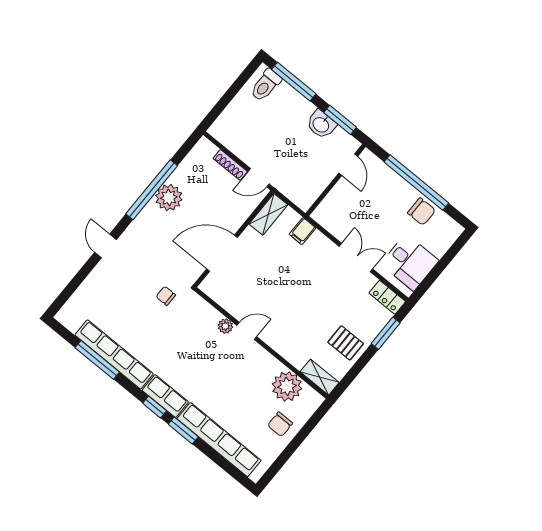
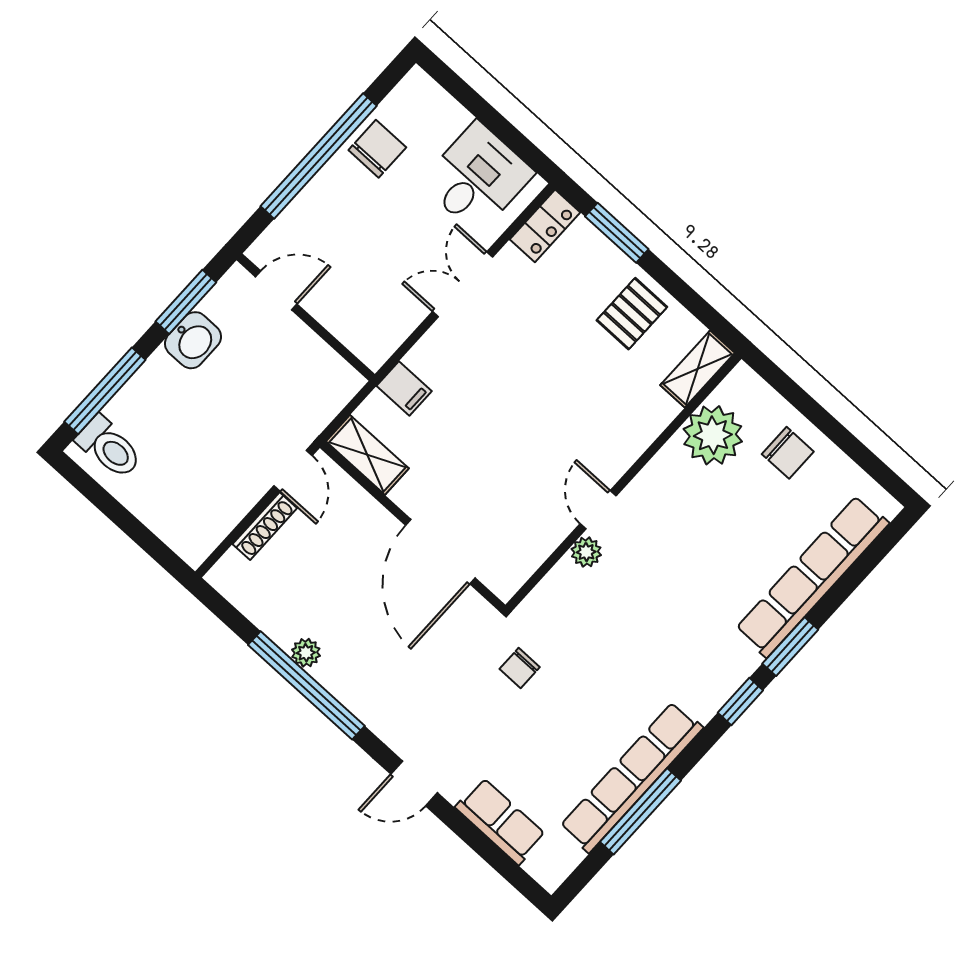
plant: (169, 198) -> (306, 653), width x0.53, depth x0.53
row of seats: (165, 396) -> (501, 821), moved, turned 90

